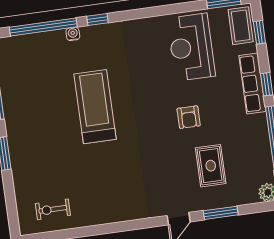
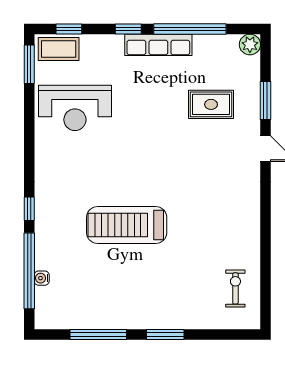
water cooler: (73, 34) -> (42, 278), moved
row of seats: (252, 83) -> (158, 45), moved
armchair: (189, 117) -> (153, 122), removed
exercise bike: (53, 209) -> (235, 288), turned 180

